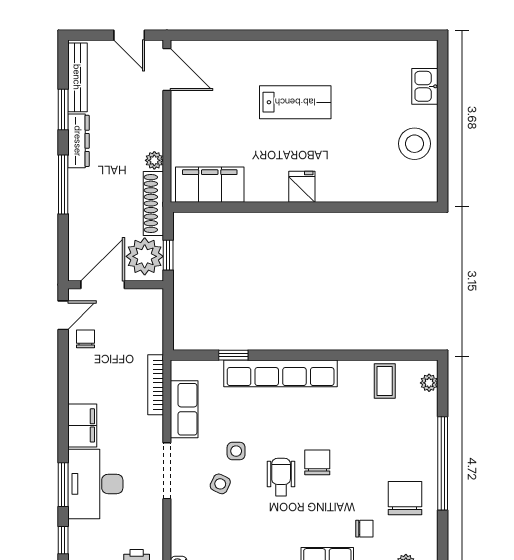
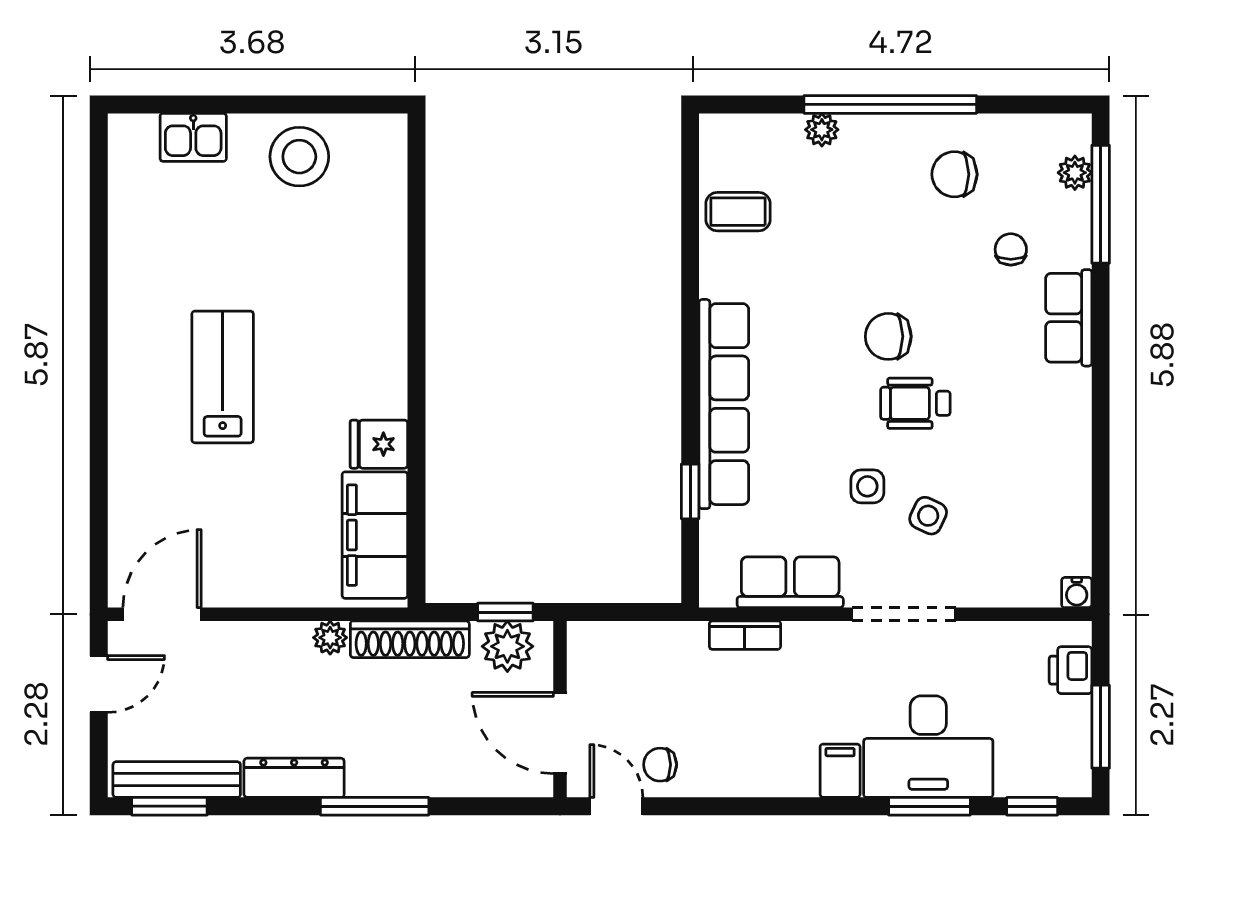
window: (63, 110) -> (169, 806), moved
fridge: (302, 187) -> (379, 444), moved
plant: (145, 256) -> (507, 646), width x0.73, depth x0.73
plant: (429, 383) -> (822, 130), moved
bookcase: (156, 385) -> (745, 635), width x0.64
filing cabinet: (82, 425) -> (840, 771), width x0.50
chair: (405, 498) -> (954, 174), width x0.73, depth x0.73

